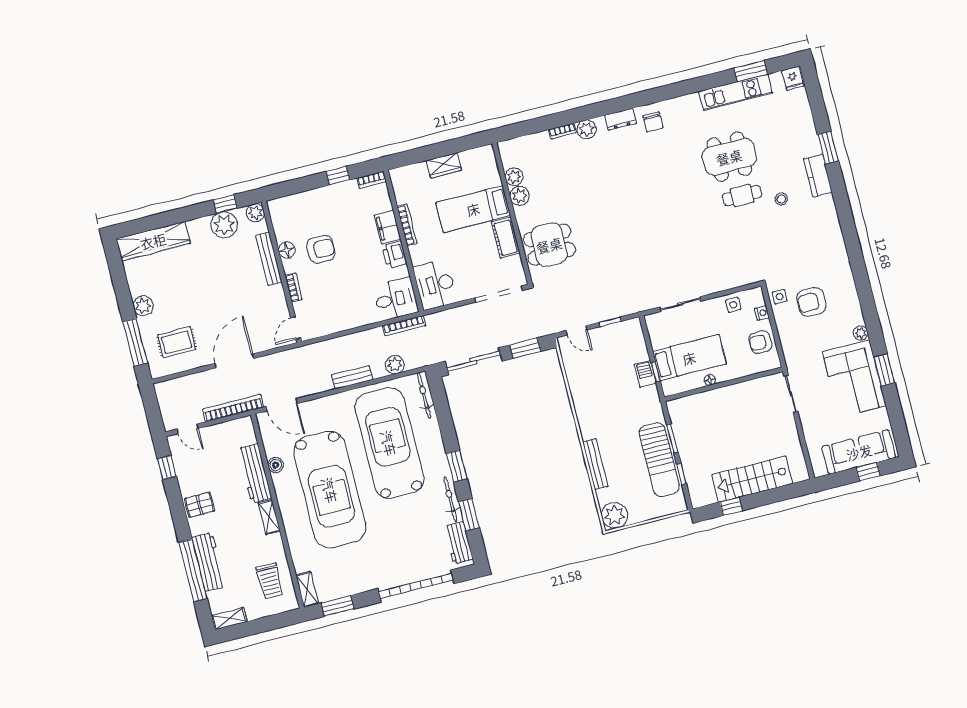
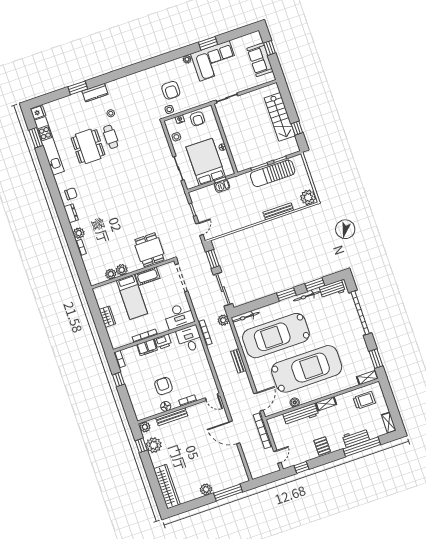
kitchen unit: (736, 92) -> (49, 146), width x1.36
rug: (177, 342) -> (226, 468), removed
bed: (689, 358) -> (206, 162), width x1.50
plant: (395, 365) -> (223, 320), moved
sofa: (859, 452) -> (260, 60), width x0.73
sun lounger: (659, 460) -> (273, 173), turned 180
workbench: (209, 562) -> (356, 438), width x0.73

